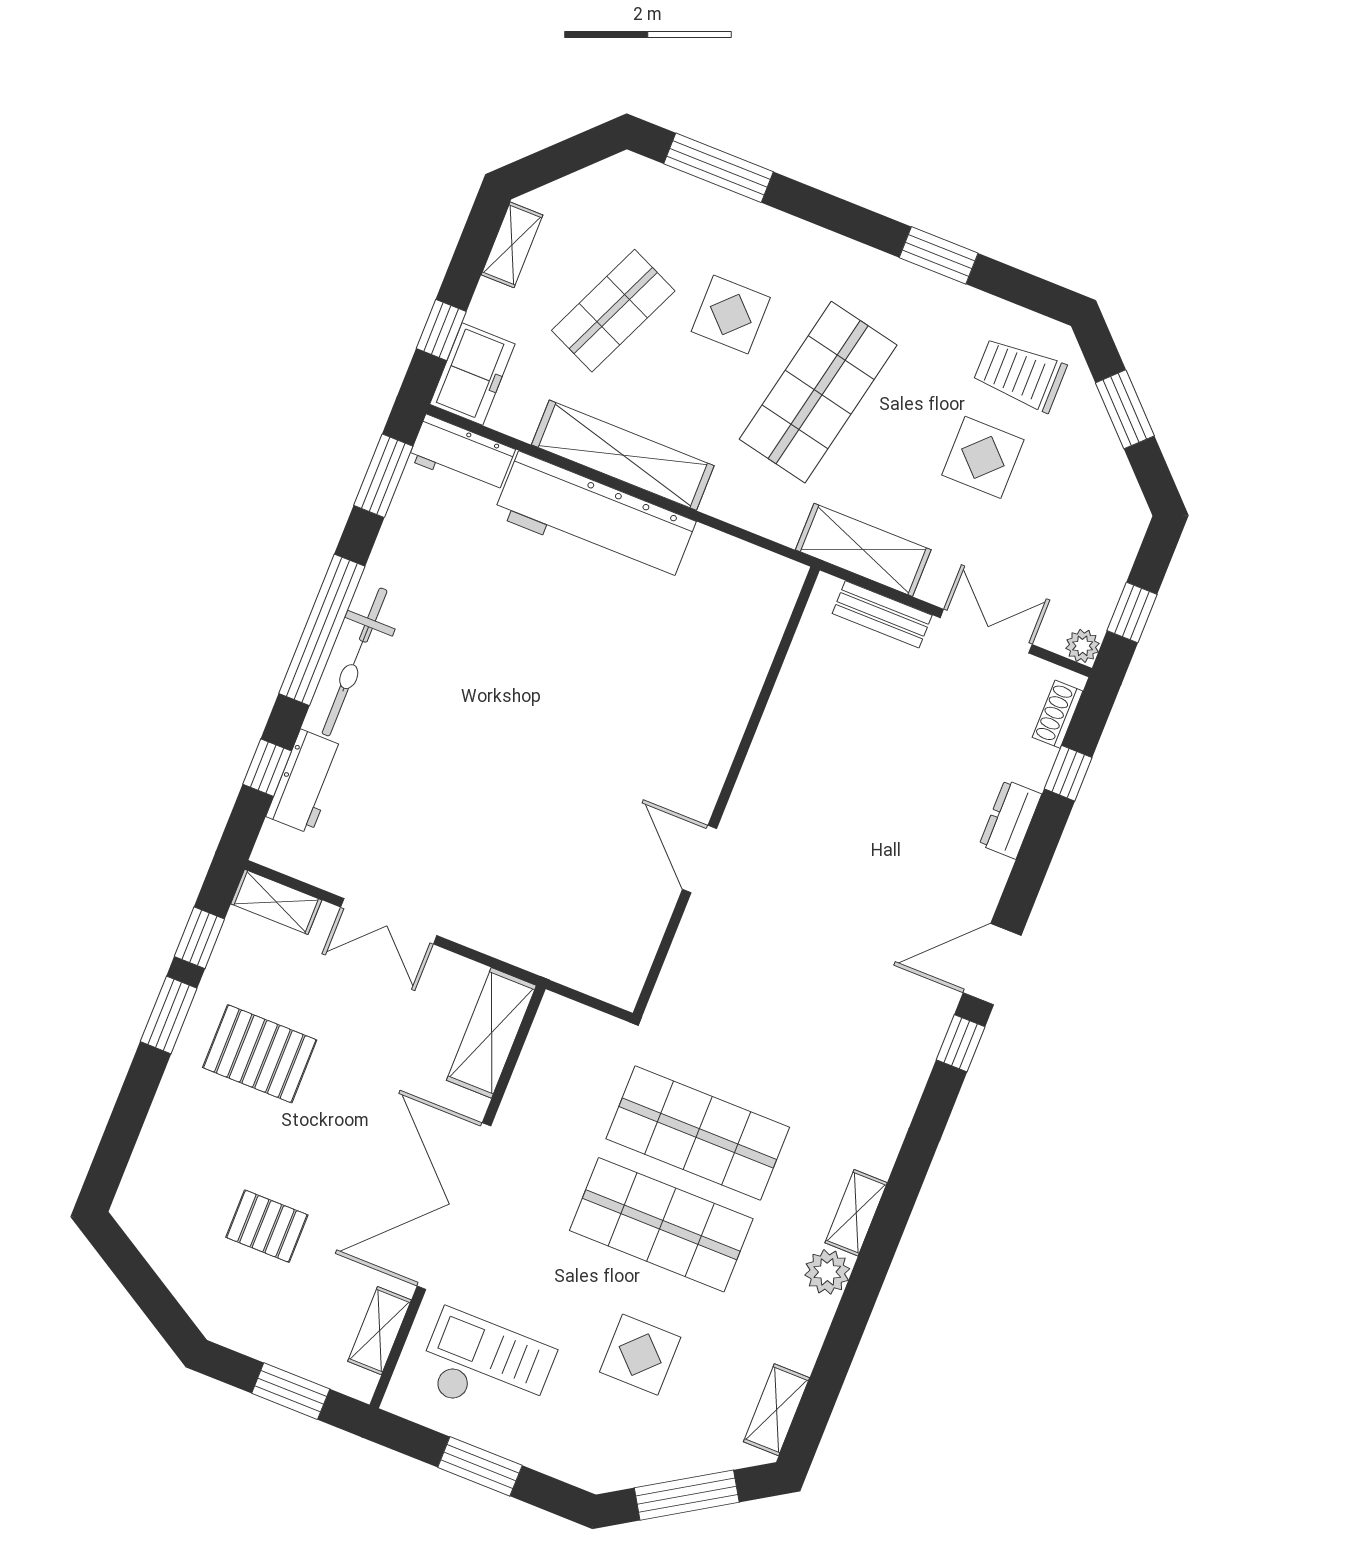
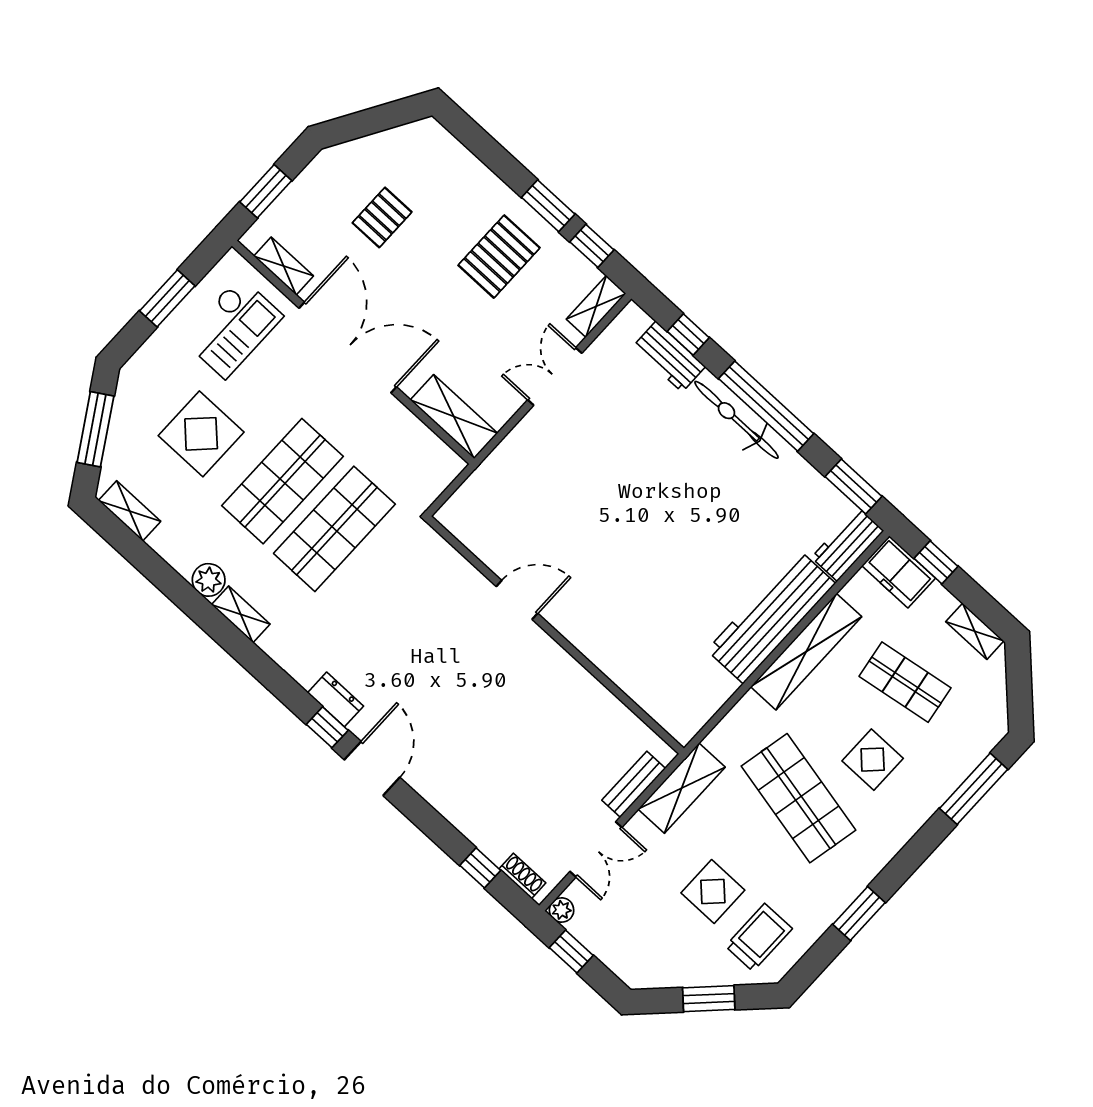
shop shelf: (613, 311) -> (905, 682), turned -33
dresser: (1010, 819) -> (335, 699), moved
display table: (640, 1355) -> (201, 434), width x1.36, depth x1.36

